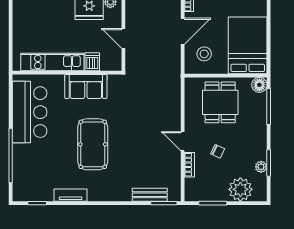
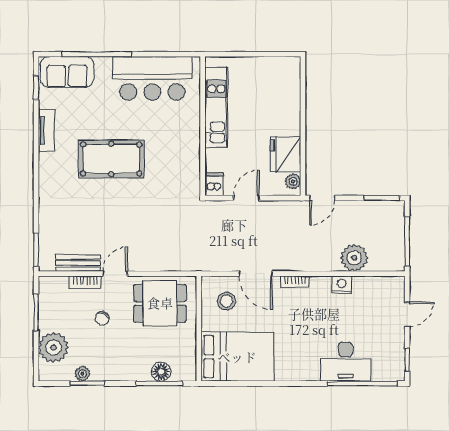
dishwasher: (92, 62) -> (214, 184), moved, turned -90
floor lamp: (259, 85) -> (161, 372), moved
sofa: (86, 87) -> (67, 72), moved, turned -90
dining table: (220, 102) -> (160, 303), moved
bench: (150, 195) -> (78, 263), moved, turned 90

